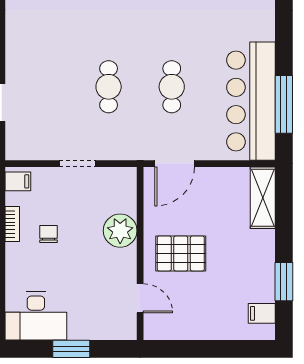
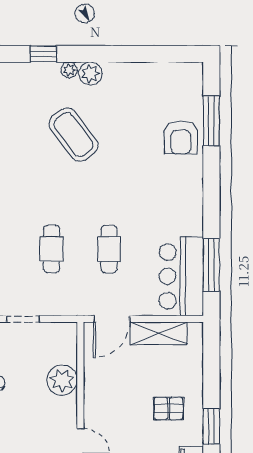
bar counter: (251, 101) -> (181, 276), width x0.73
shelving: (263, 198) -> (159, 333), moved, turned 90
pallet: (181, 253) -> (169, 409), moved, width x0.67, depth x0.71

